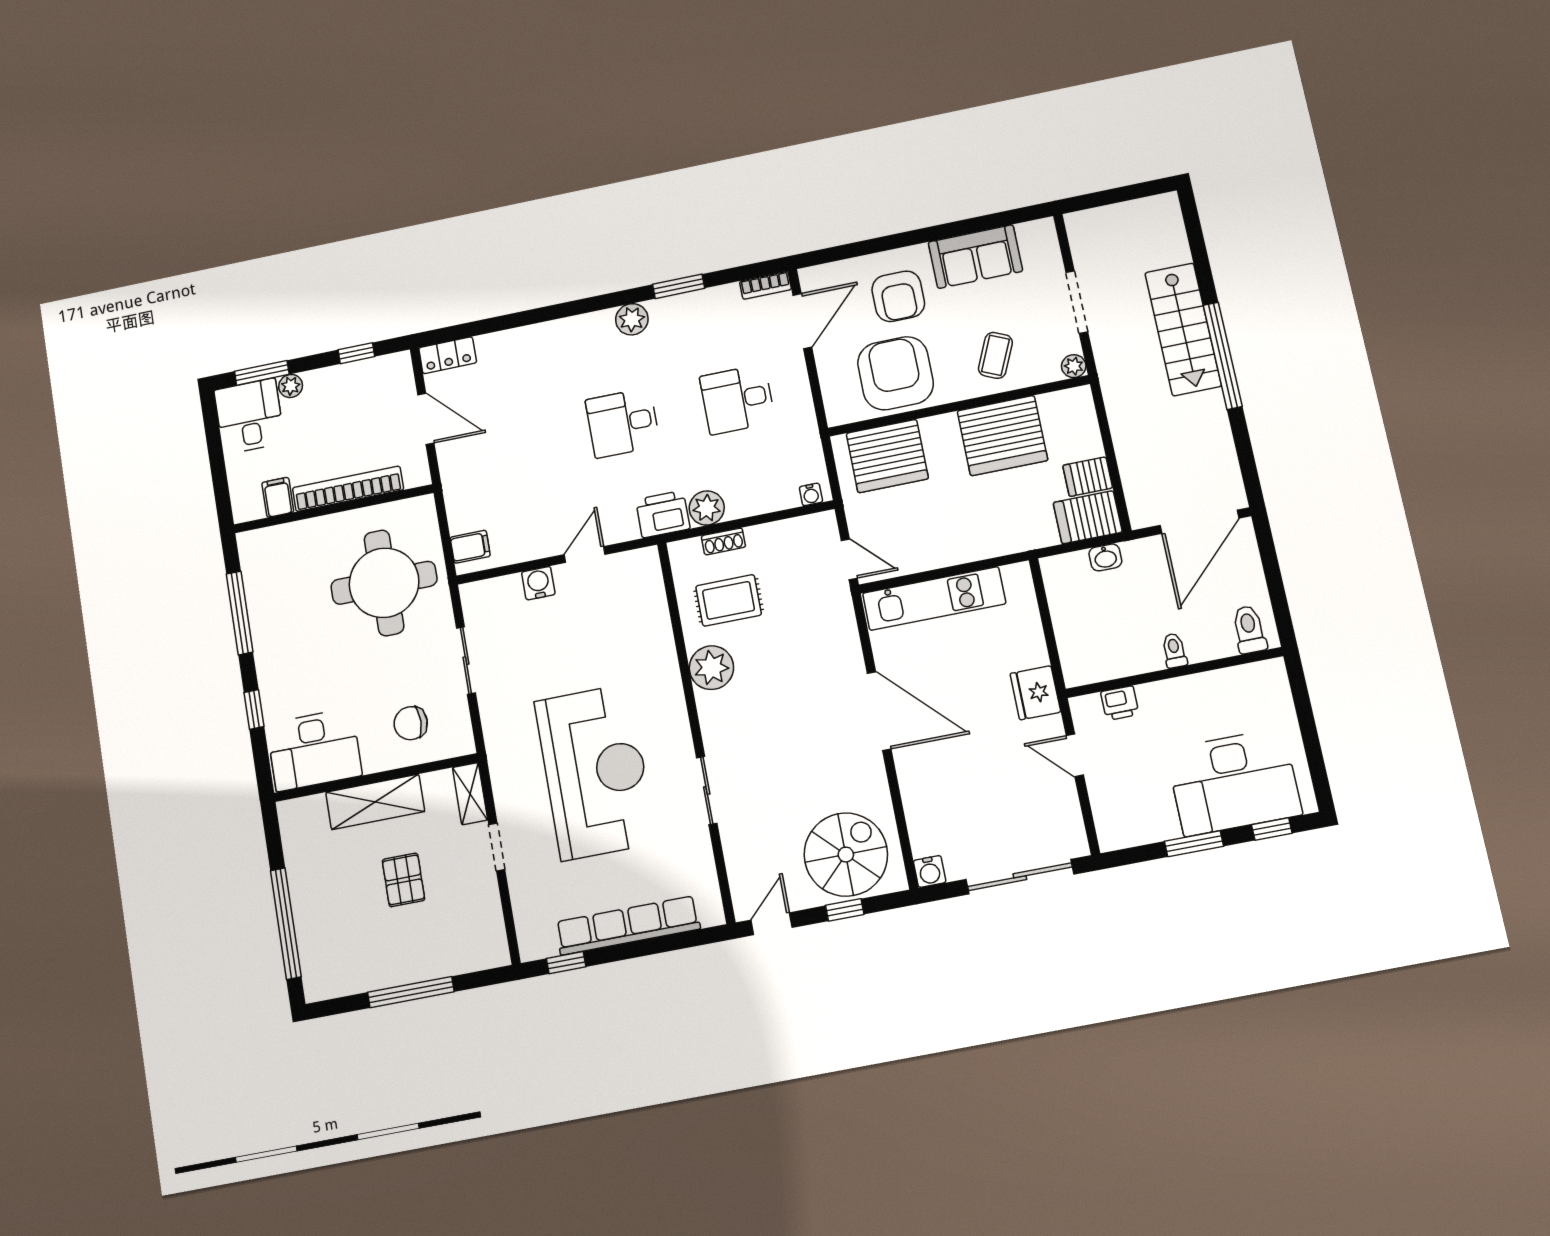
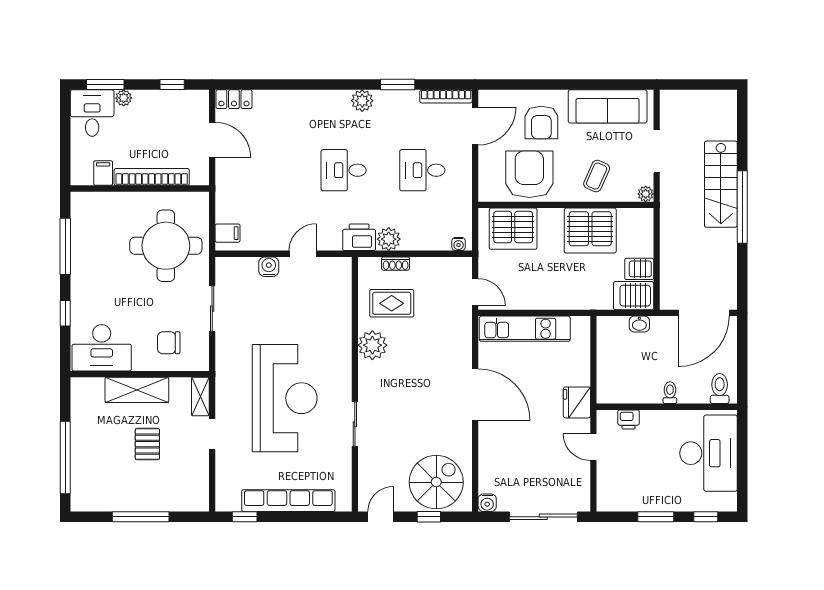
sofa: (975, 257) -> (608, 106), width x1.36
bookcase: (765, 285) -> (446, 96), width x1.56
desk: (1234, 782) -> (709, 453), moved, turned -90

